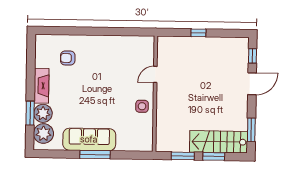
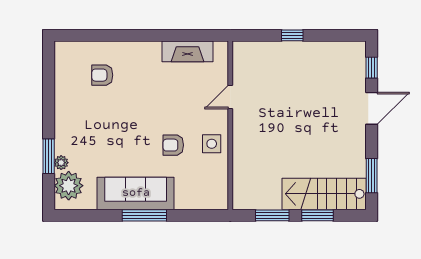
fireplace: (41, 86) -> (188, 51), moved, turned 90
armchair: (116, 107) -> (173, 145), added
plant: (43, 113) -> (61, 163), width x0.53, depth x0.53

